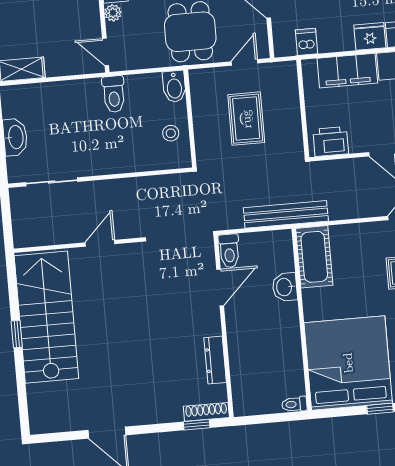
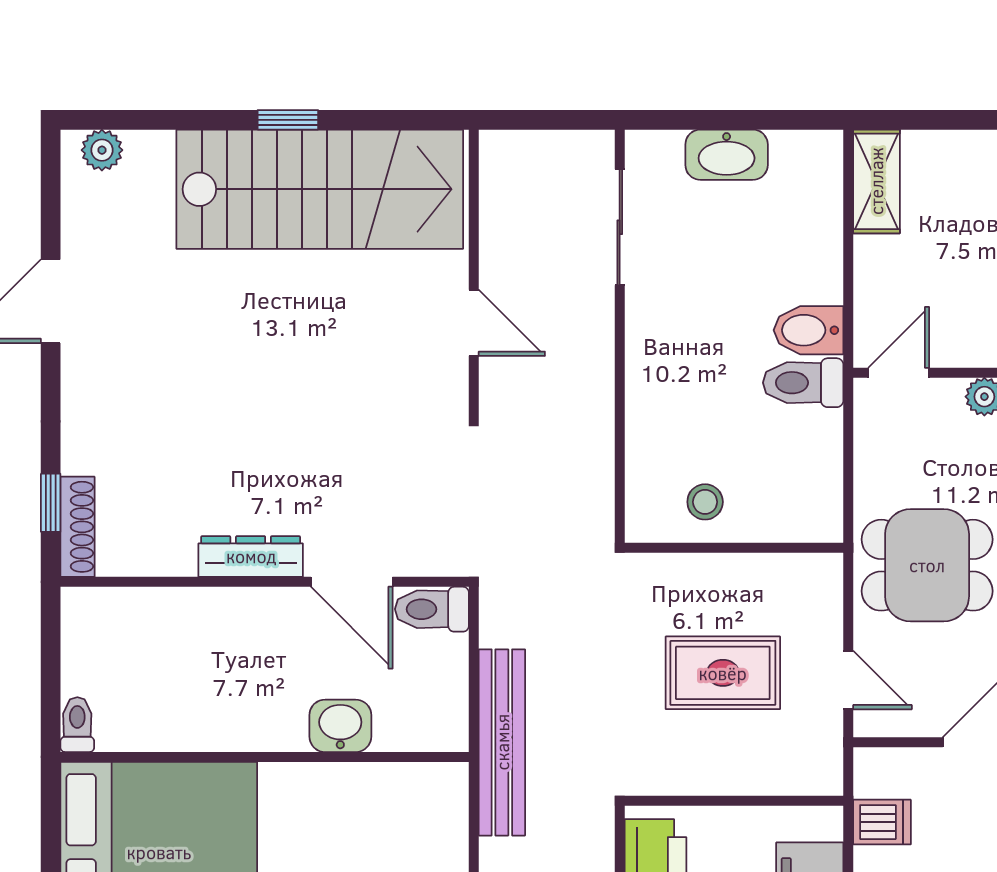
bidet: (174, 86) -> (809, 330), moved
cot: (314, 257) -> (402, 798), removed
dresser: (215, 360) -> (251, 556), moved
plant: (37, 416) -> (102, 150), added

